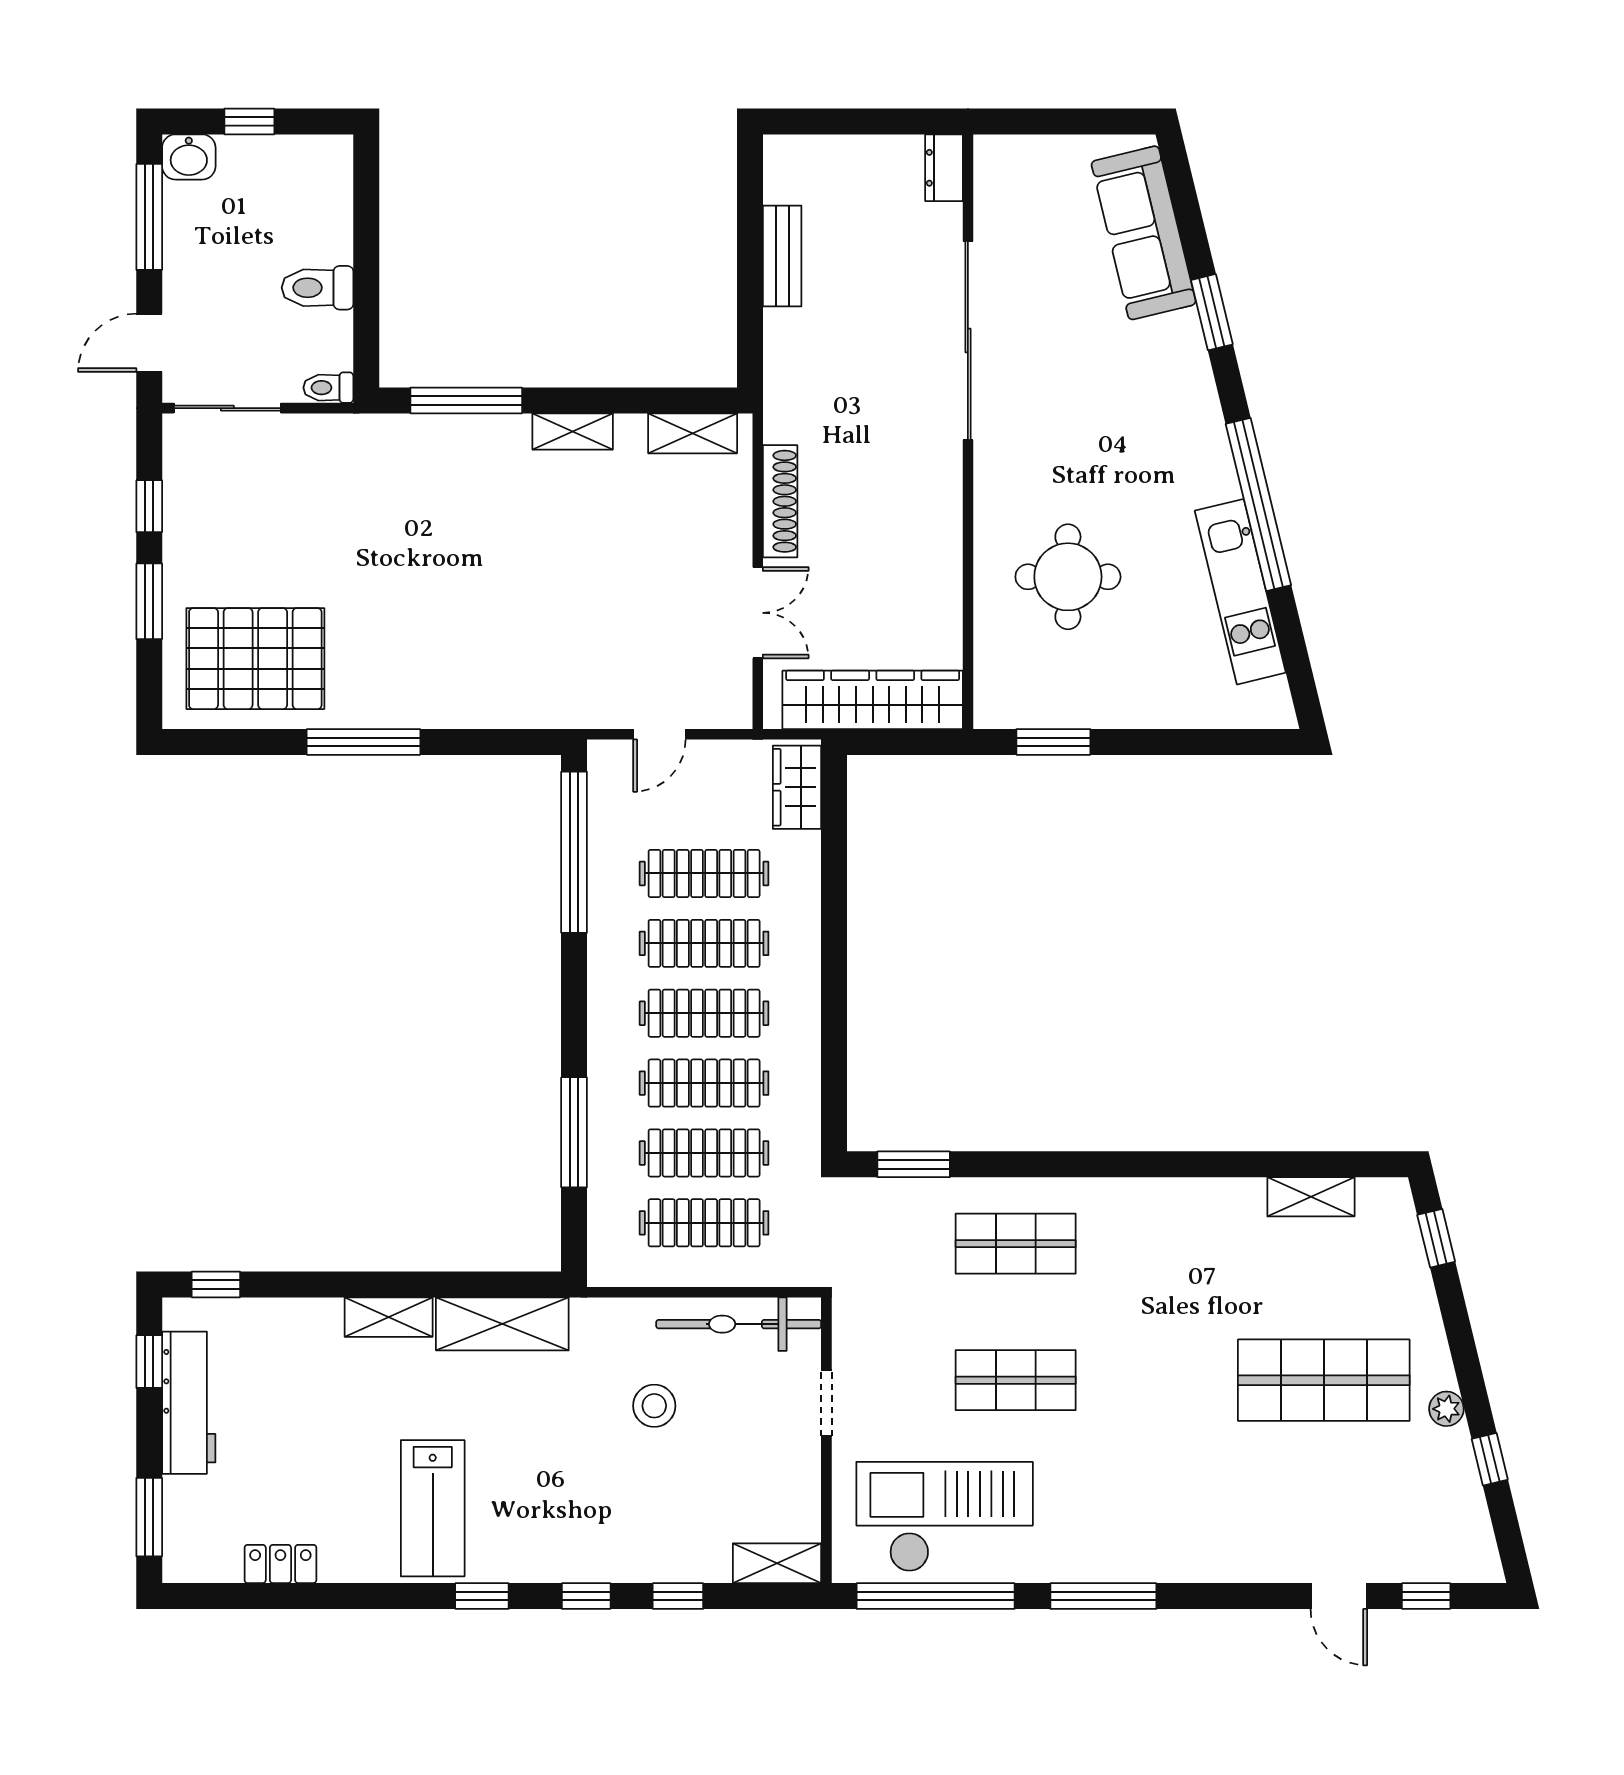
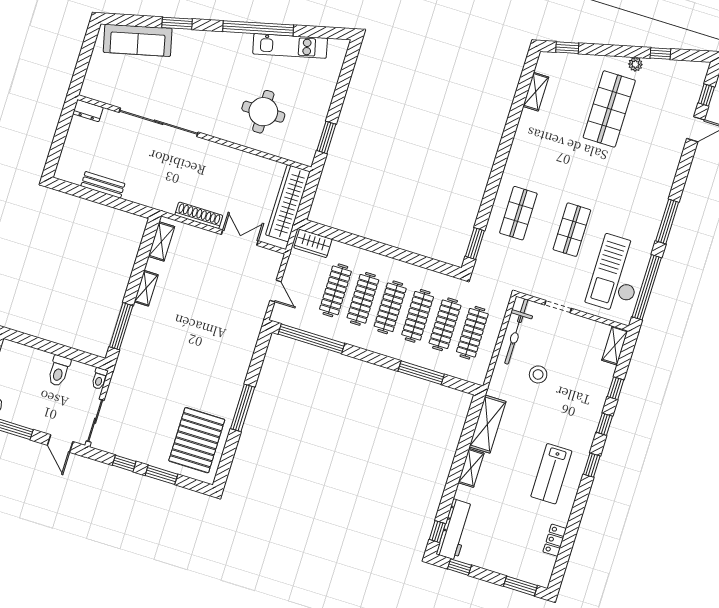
workbench: (189, 1403) -> (455, 530), moved, turned 90
lab bench: (433, 1508) -> (551, 474), turned 90

